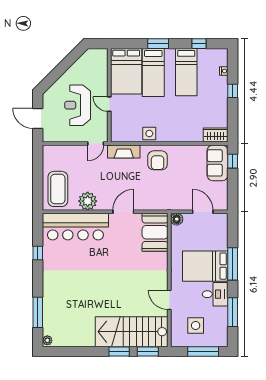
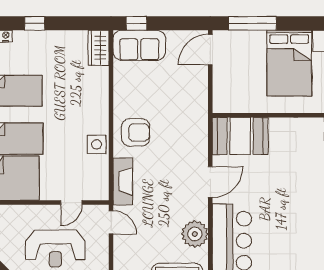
door: (109, 104) -> (71, 203), moved
door: (123, 212) -> (210, 182), swing flipped
door: (203, 212) -> (210, 50), moved
floor lamp: (177, 219) -> (221, 105), removed
window: (233, 264) -> (252, 23), moved

